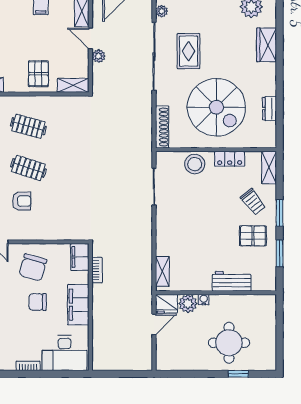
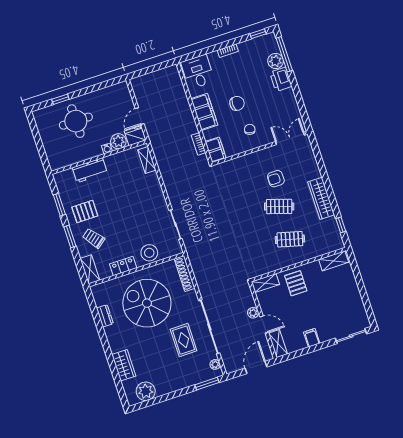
chair: (33, 267) -> (250, 129), width x0.54, depth x0.54
desk: (65, 353) -> (198, 72), width x0.73

